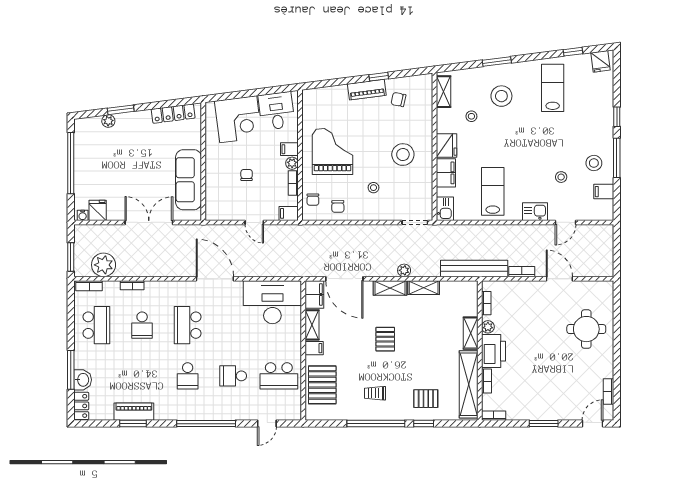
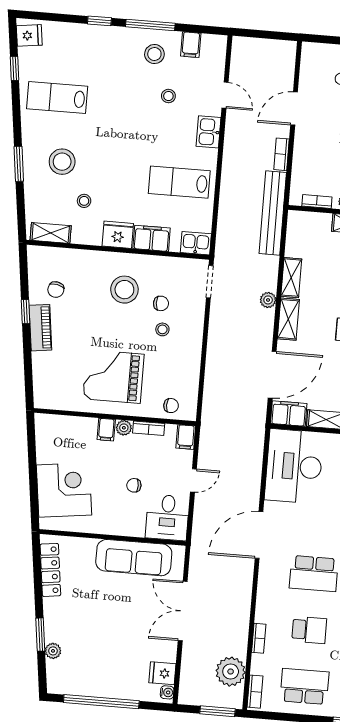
desk: (277, 111) -> (167, 517), moved, turned -83
chair: (338, 206) -> (161, 303), moved

